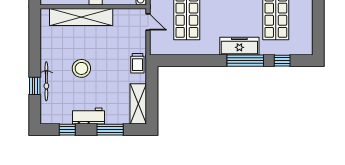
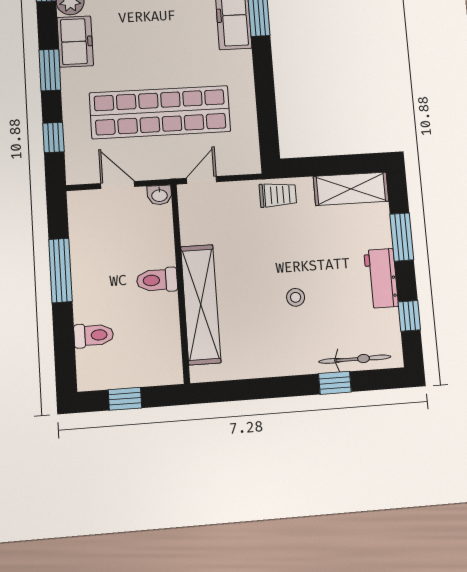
stool: (81, 68) -> (296, 297), width x0.53, depth x0.53
bicycle: (46, 81) -> (355, 359), moved

